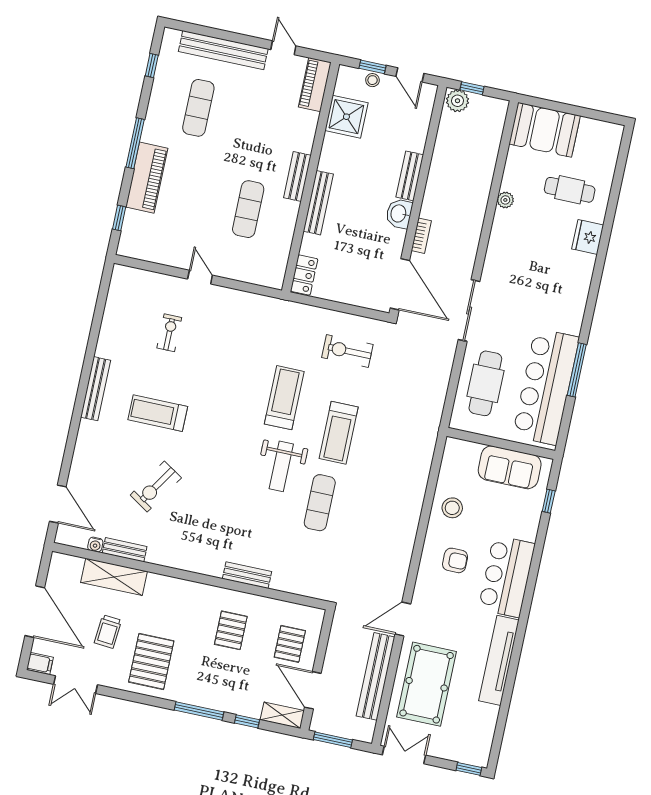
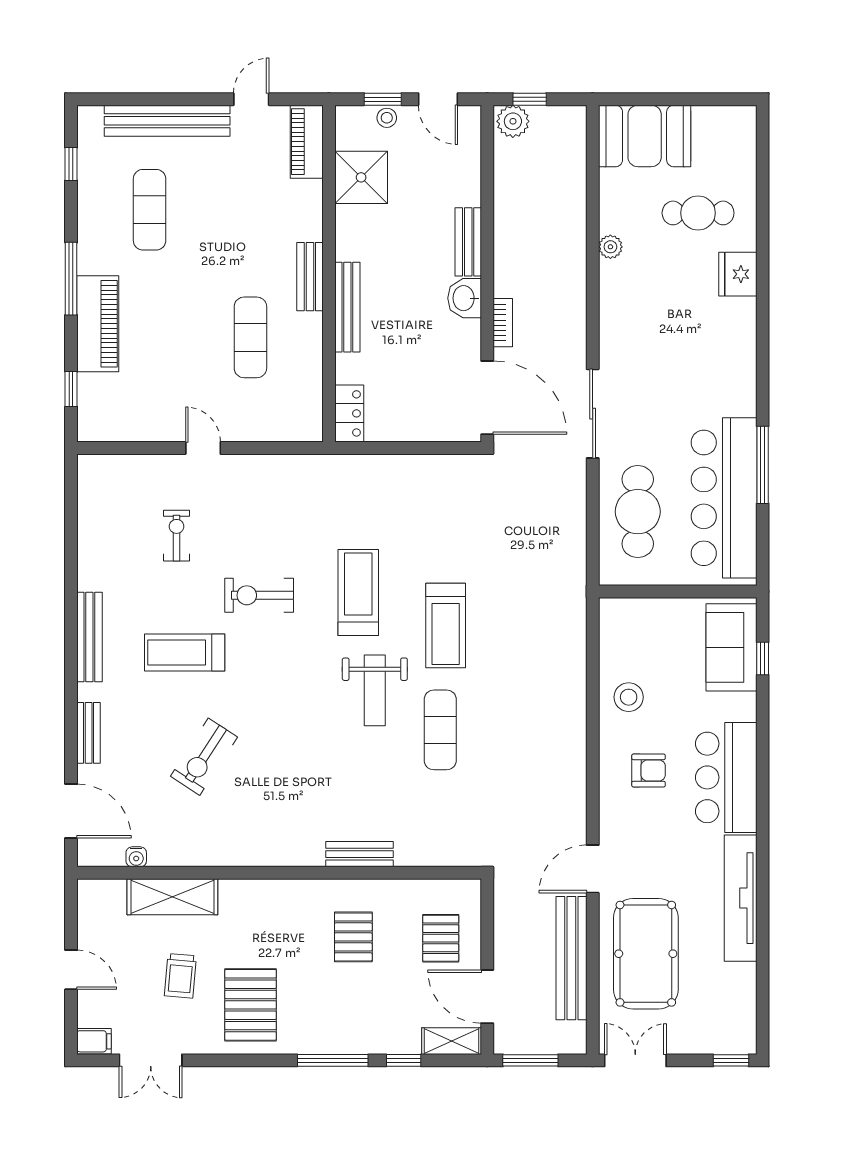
door: (283, 48) -> (251, 99), hinge flipped
exercise bike: (347, 351) -> (259, 595), moved
sofa: (510, 467) -> (731, 647), moved, turned 90
bench: (125, 550) -> (89, 733), moved, turned 90
door: (35, 612) -> (71, 970), width x0.53

